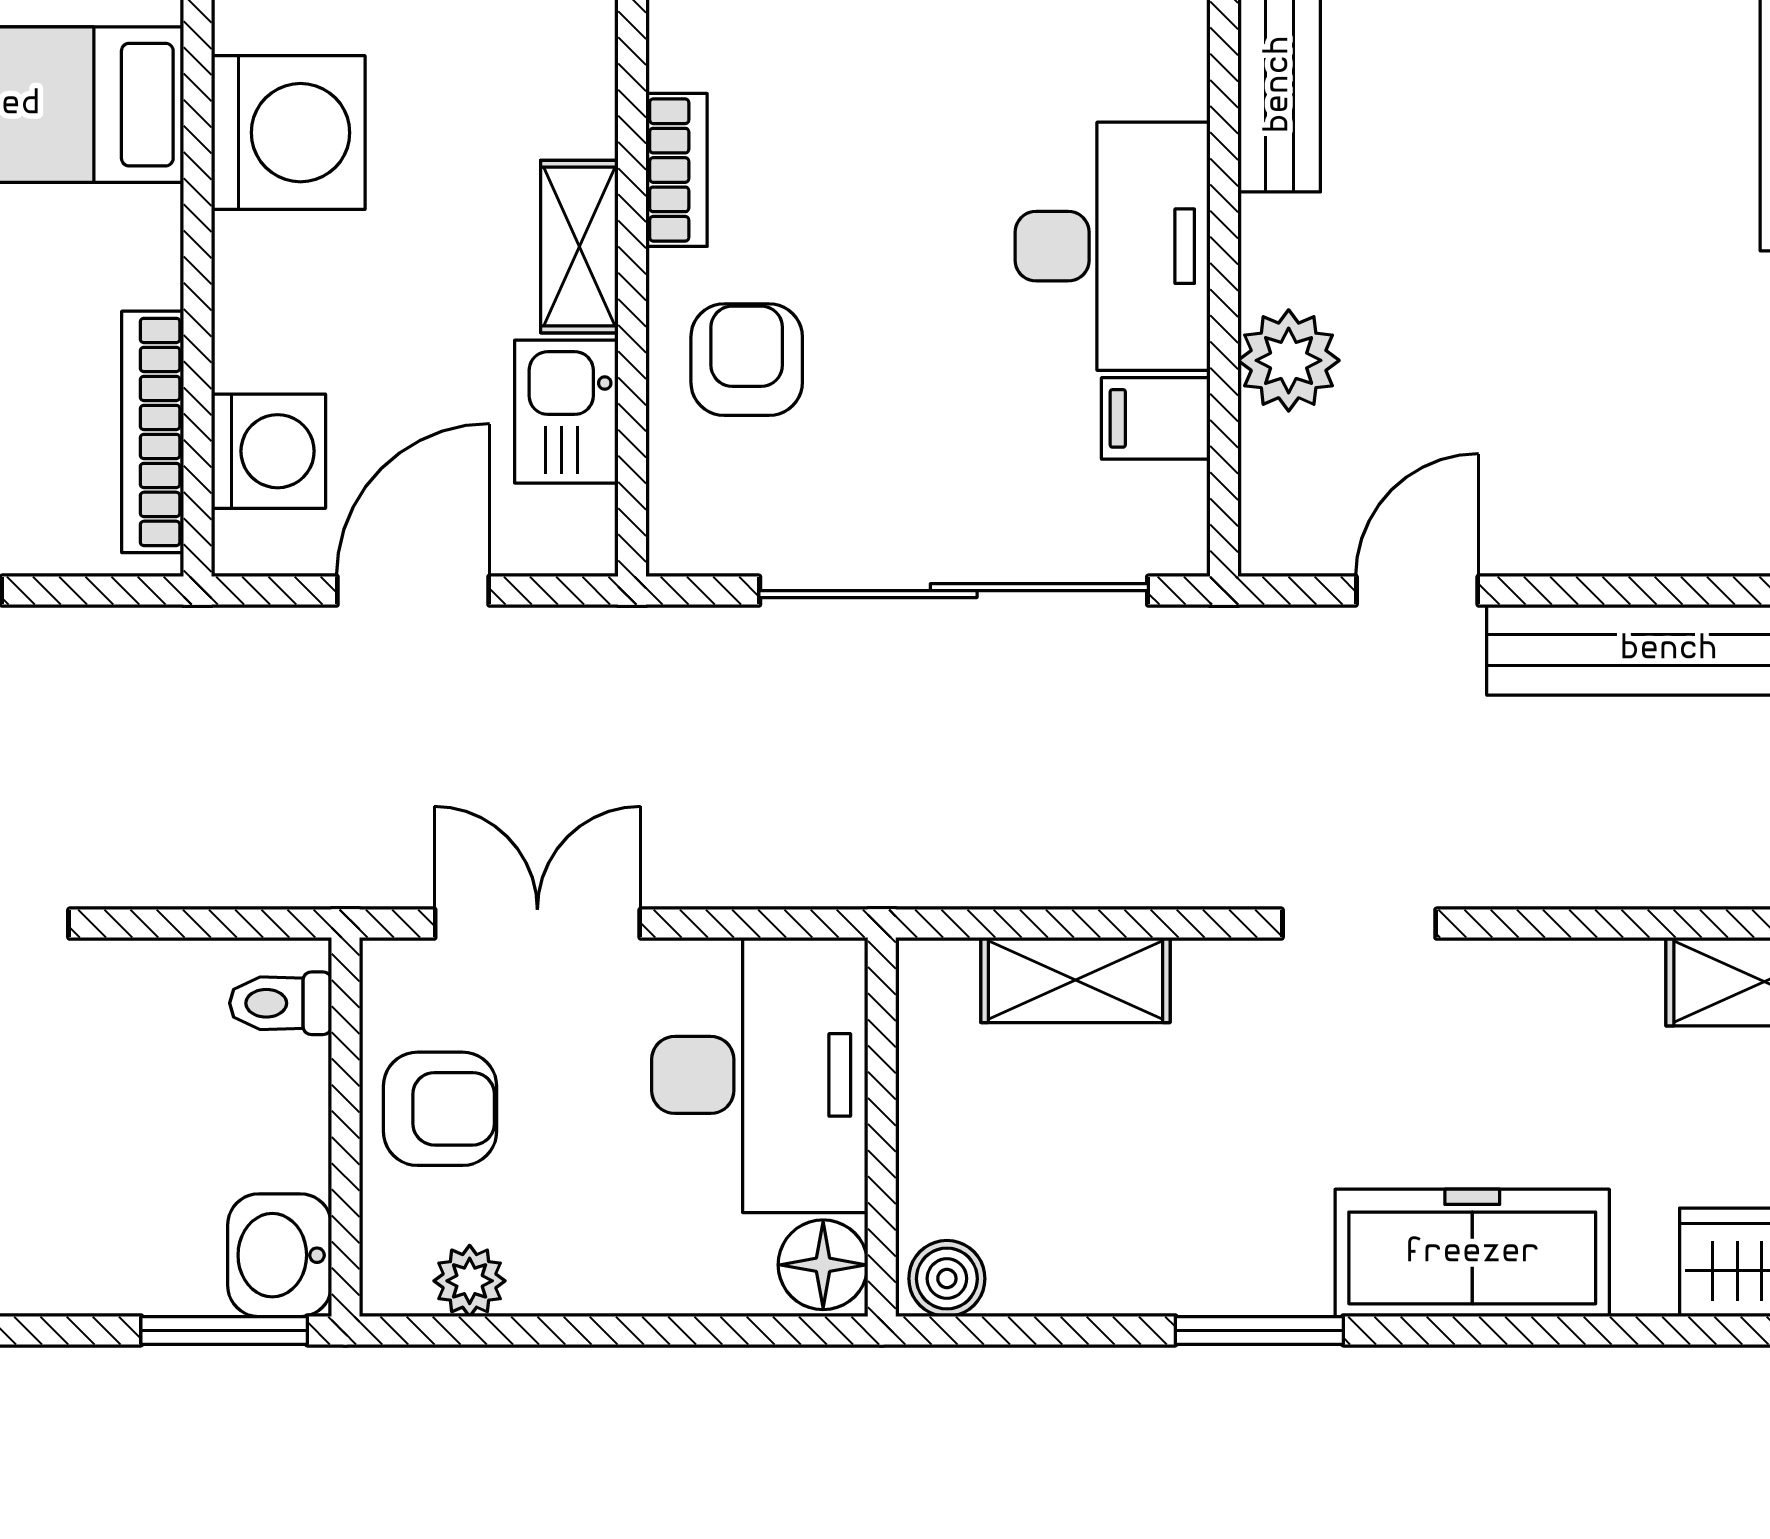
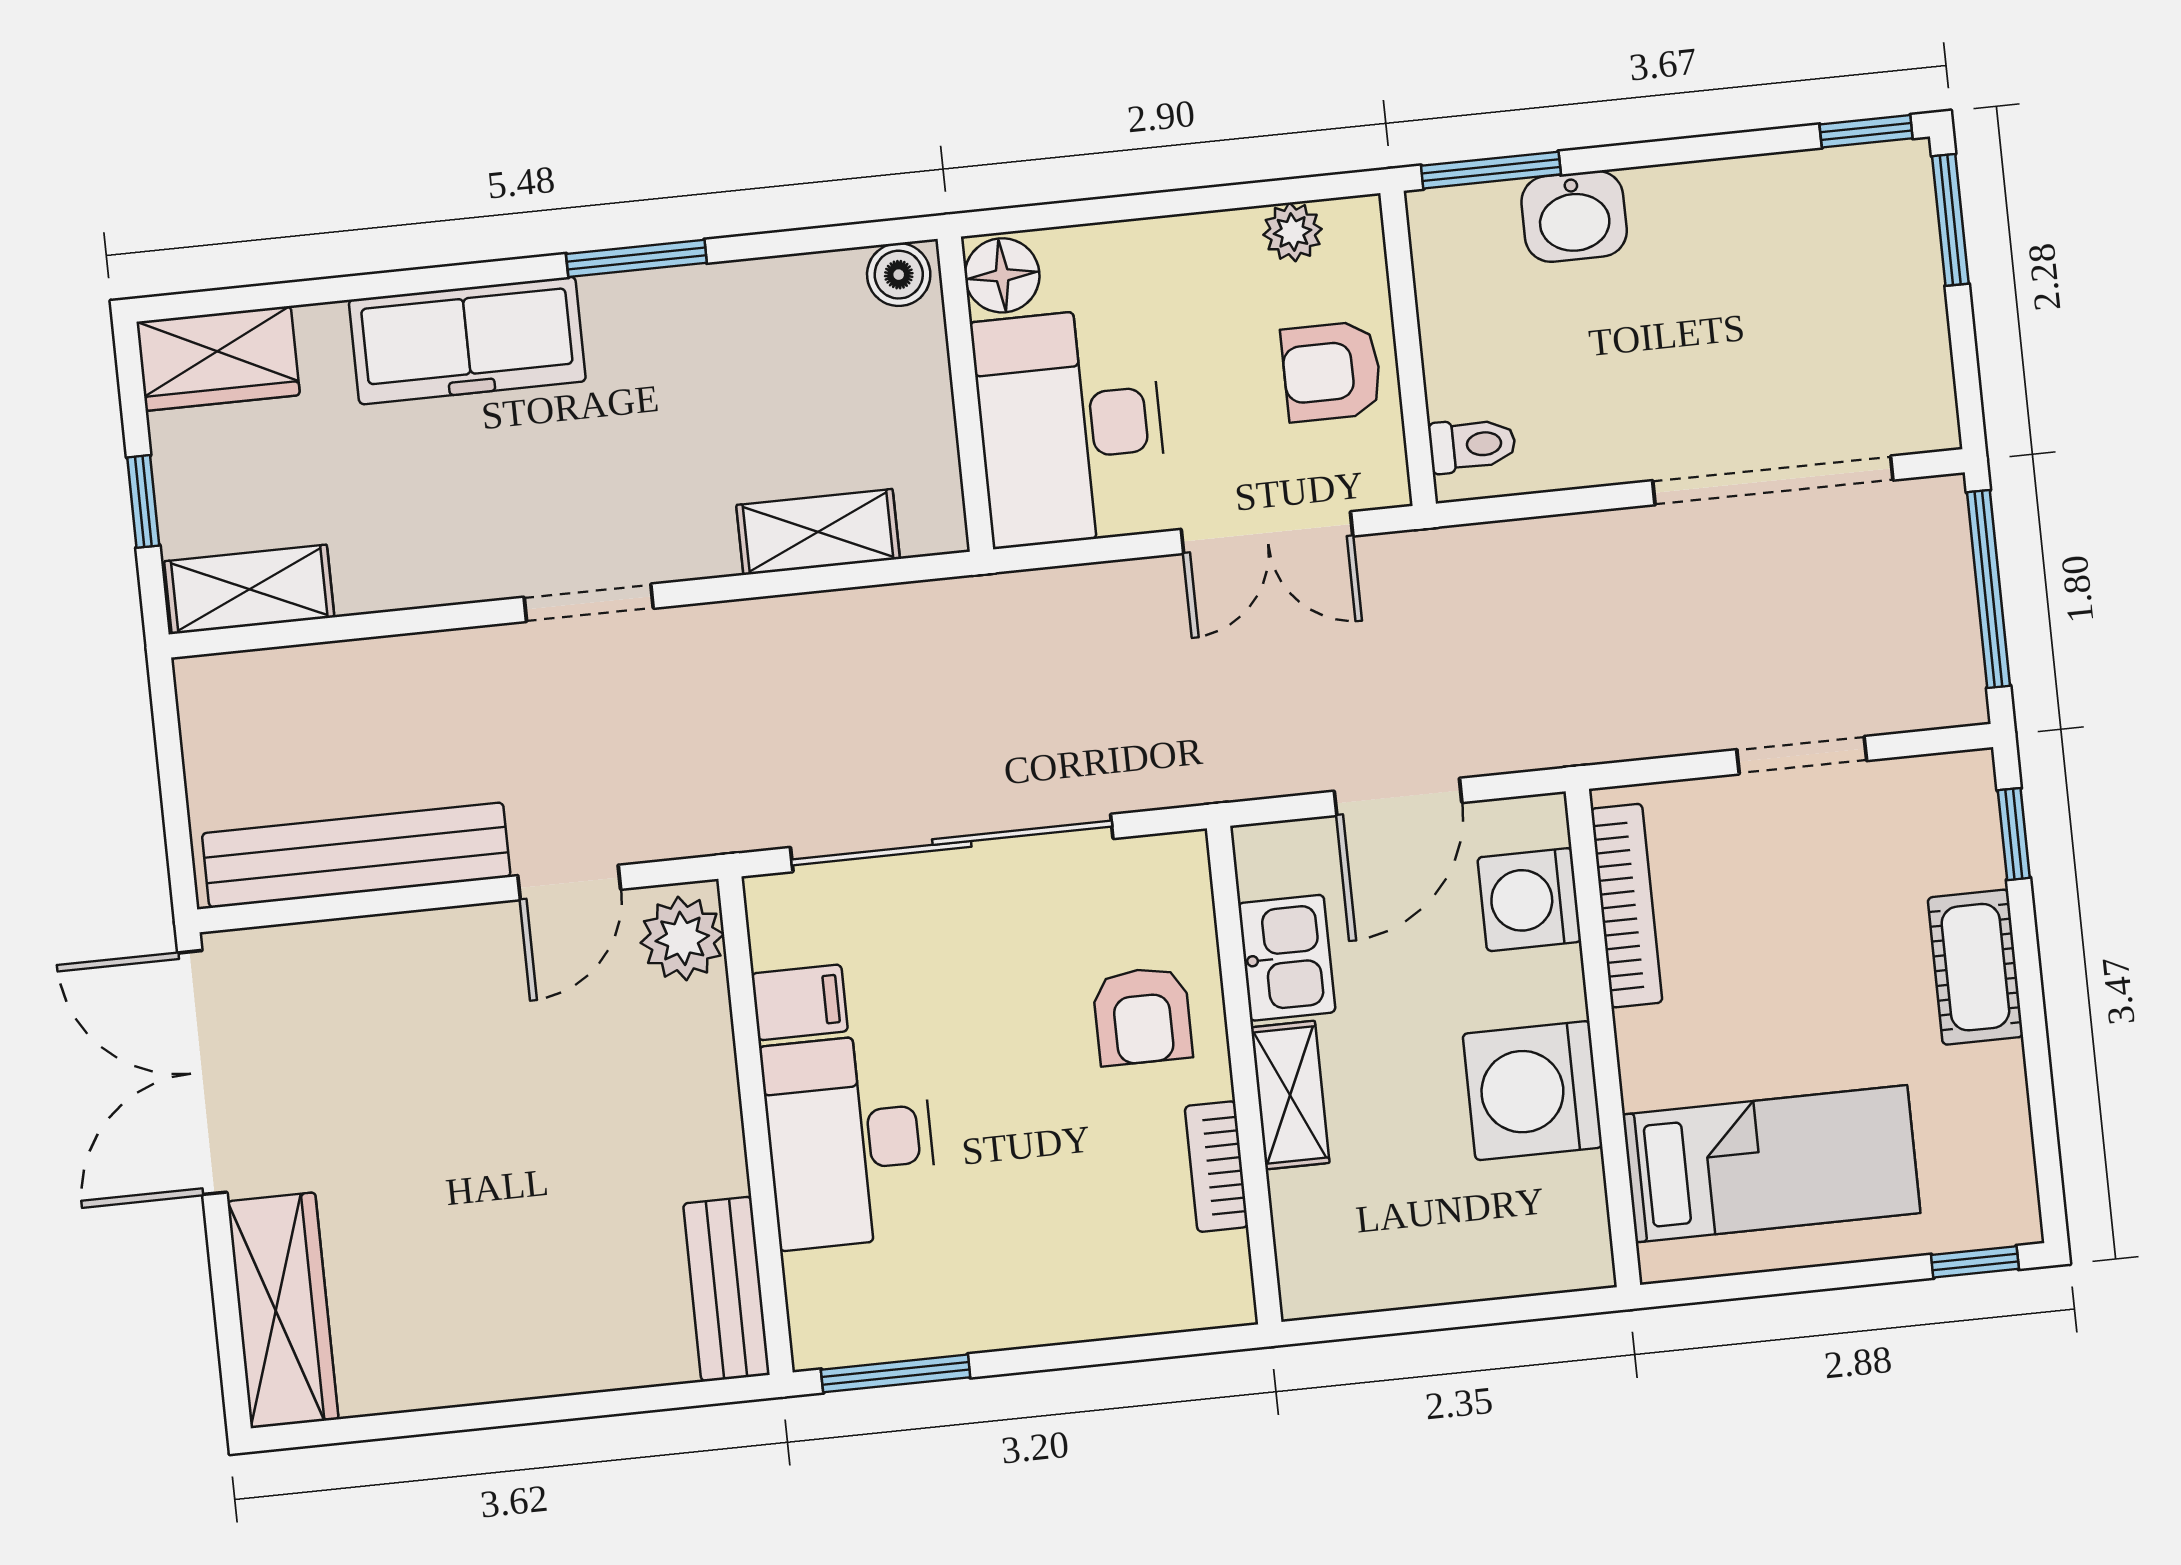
washing machine: (288, 133) -> (1533, 1091), moved
plant: (1289, 360) -> (682, 938), moved
washbasin: (280, 1255) -> (1574, 216), moved, turned 90

